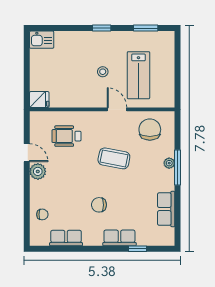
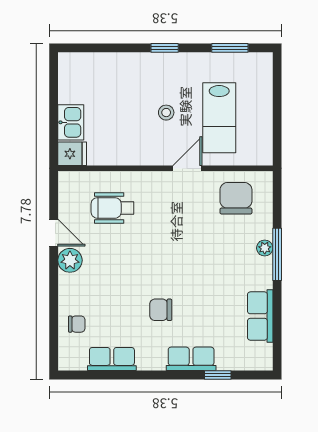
kitchen sink: (42, 40) -> (71, 122), moved, turned -90
door: (117, 109) -> (187, 168), hinge flipped
coffee table: (114, 158) -> (183, 241), removed

